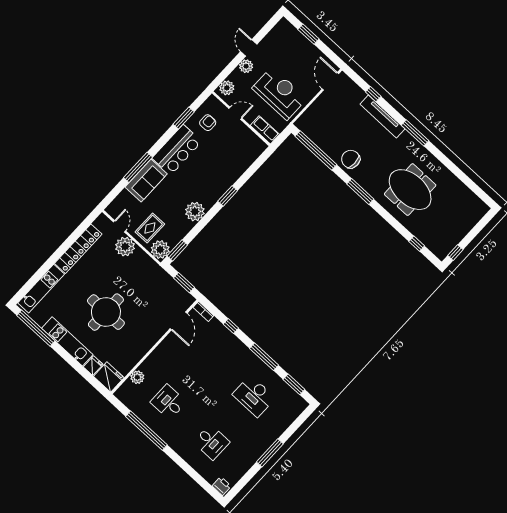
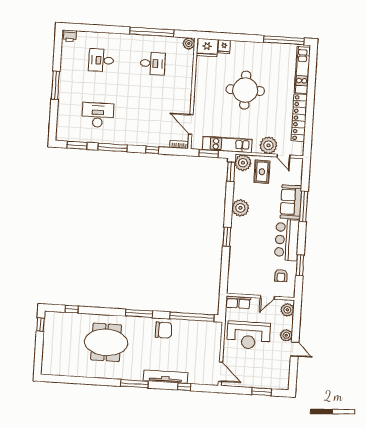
kitchen unit: (67, 341) -> (227, 144), moved, turned 180
plant: (137, 377) -> (189, 44), moved

